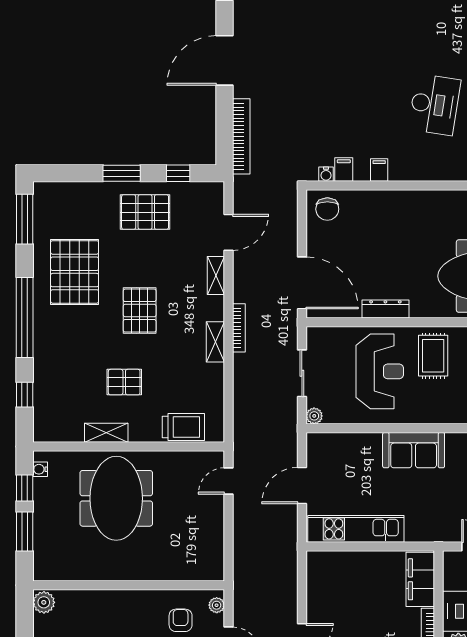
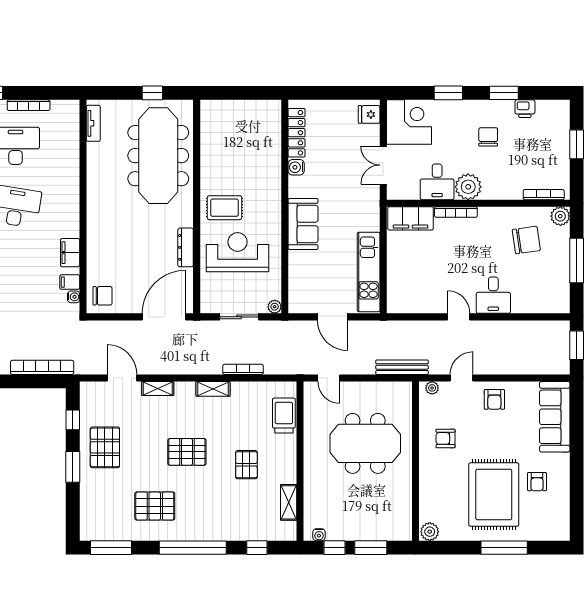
filing cabinet: (379, 170) -> (70, 253), width x2.00
pallet: (75, 272) -> (155, 506), width x0.73, depth x0.71
bookcase: (239, 328) -> (243, 369), moved
shelving: (106, 433) -> (289, 502), moved
meeting table: (116, 498) -> (365, 443), moved
bench: (241, 569) -> (402, 367), added
armchair: (181, 620) -> (445, 438), moved

